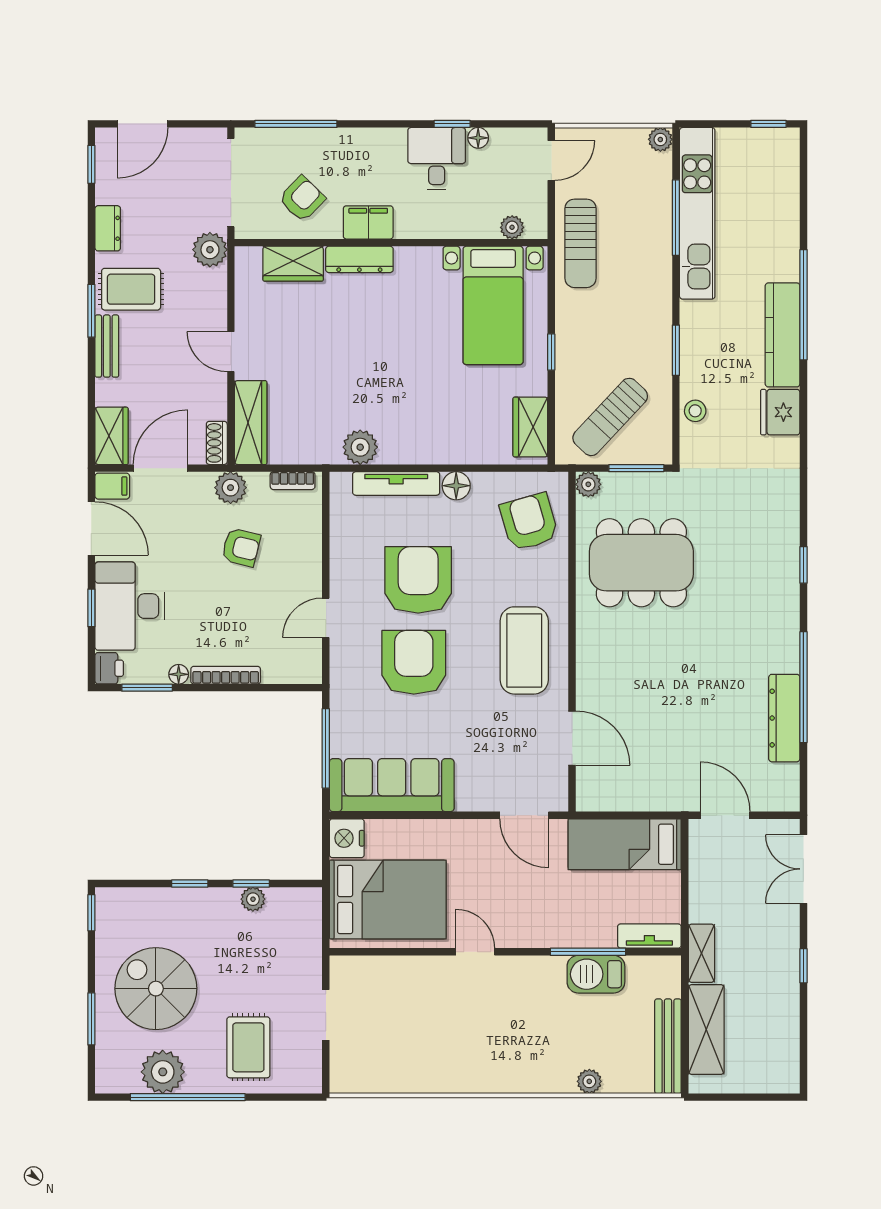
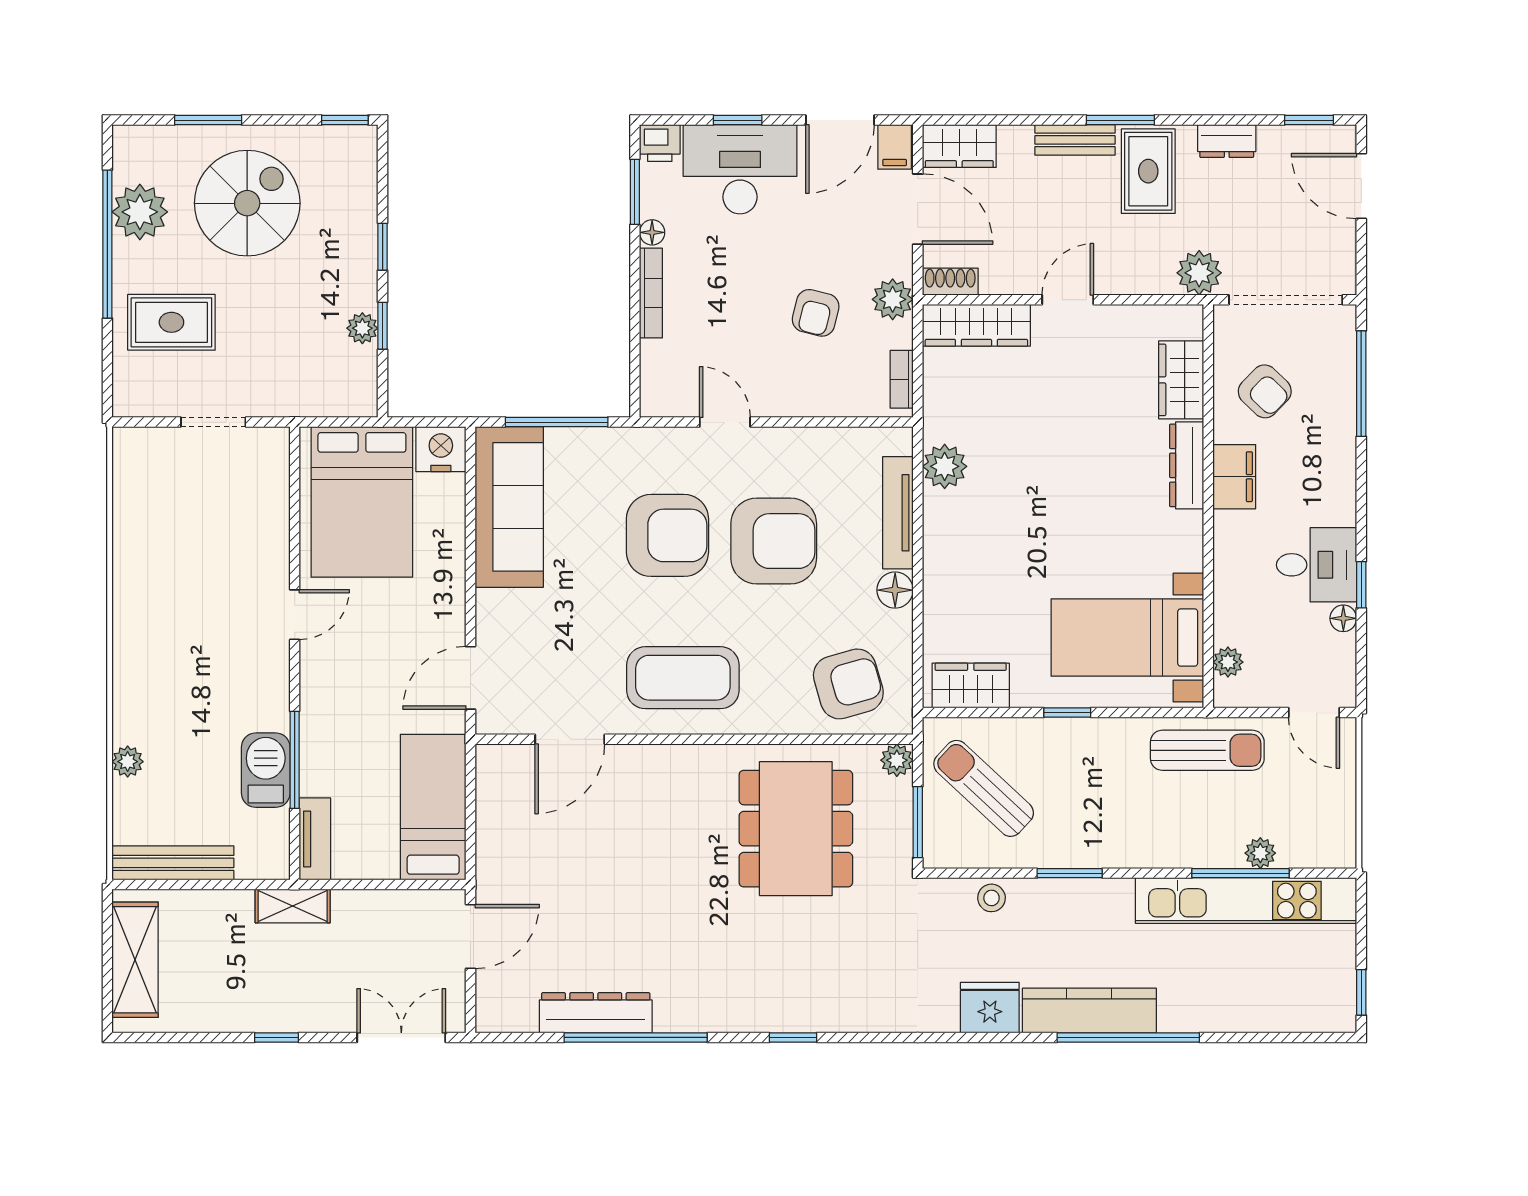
plant: (660, 139) -> (1260, 853), moved
sun lounger: (581, 243) -> (1207, 750), turned 180
shelving: (706, 1030) -> (135, 960), moved, turned 90

